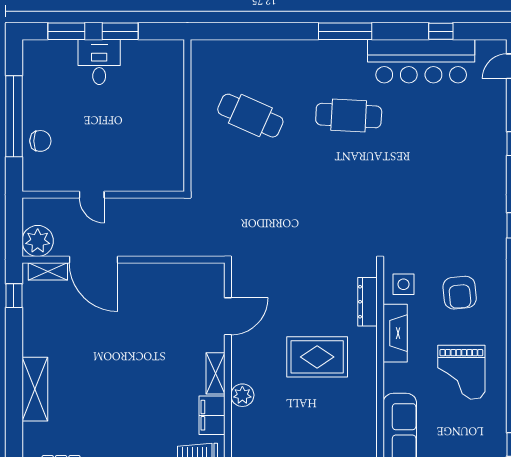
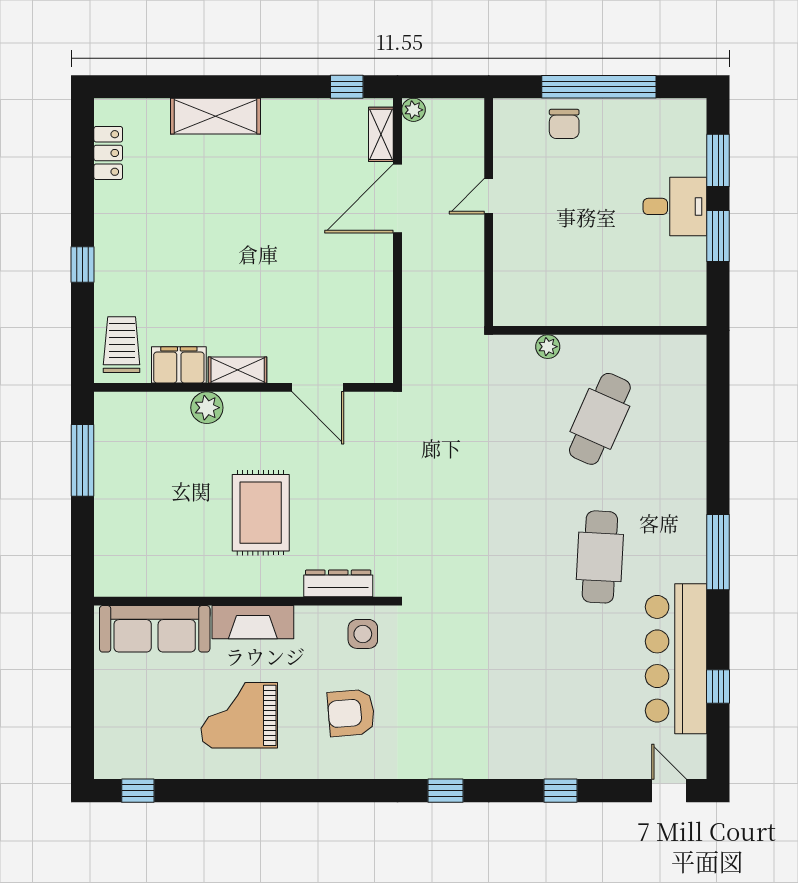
plant: (199, 153) -> (548, 347), added
plant: (38, 241) -> (413, 110), width x0.53, depth x0.53
fireplace: (395, 333) -> (253, 622), moved

